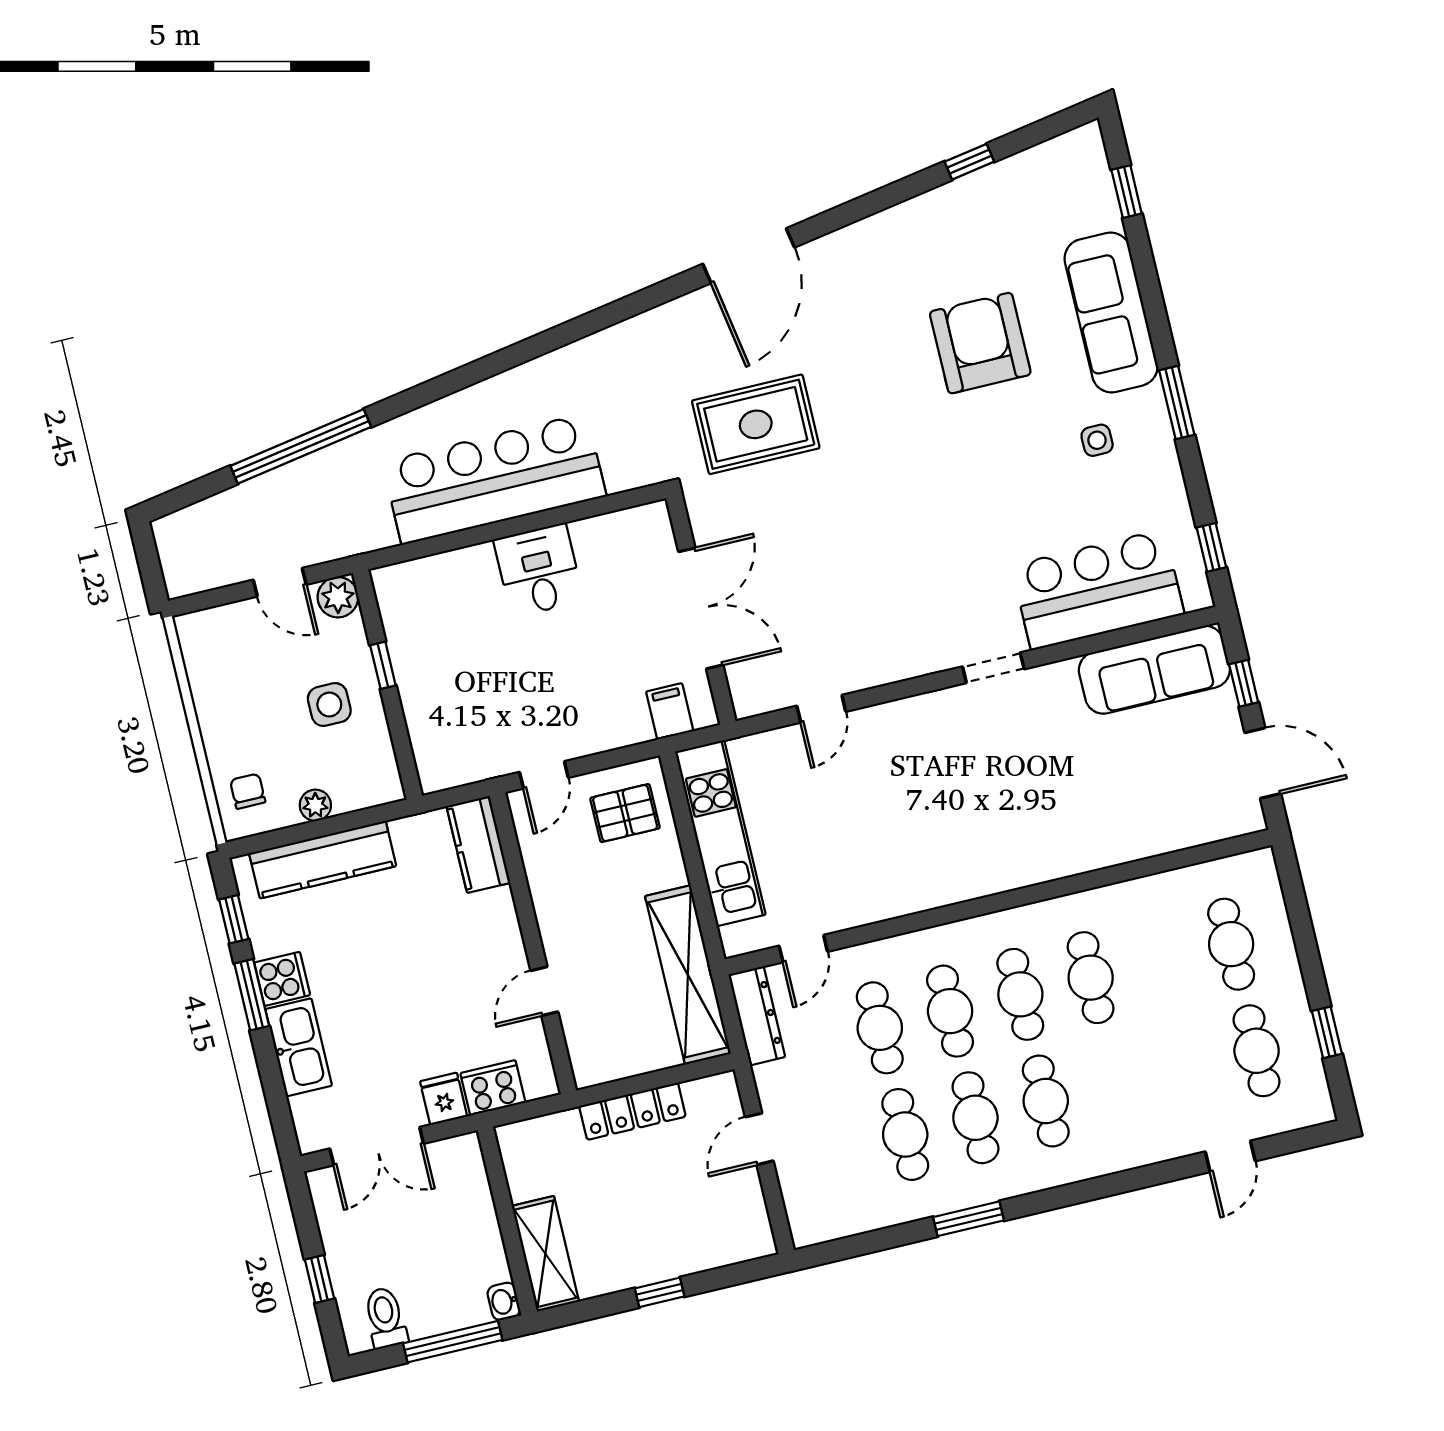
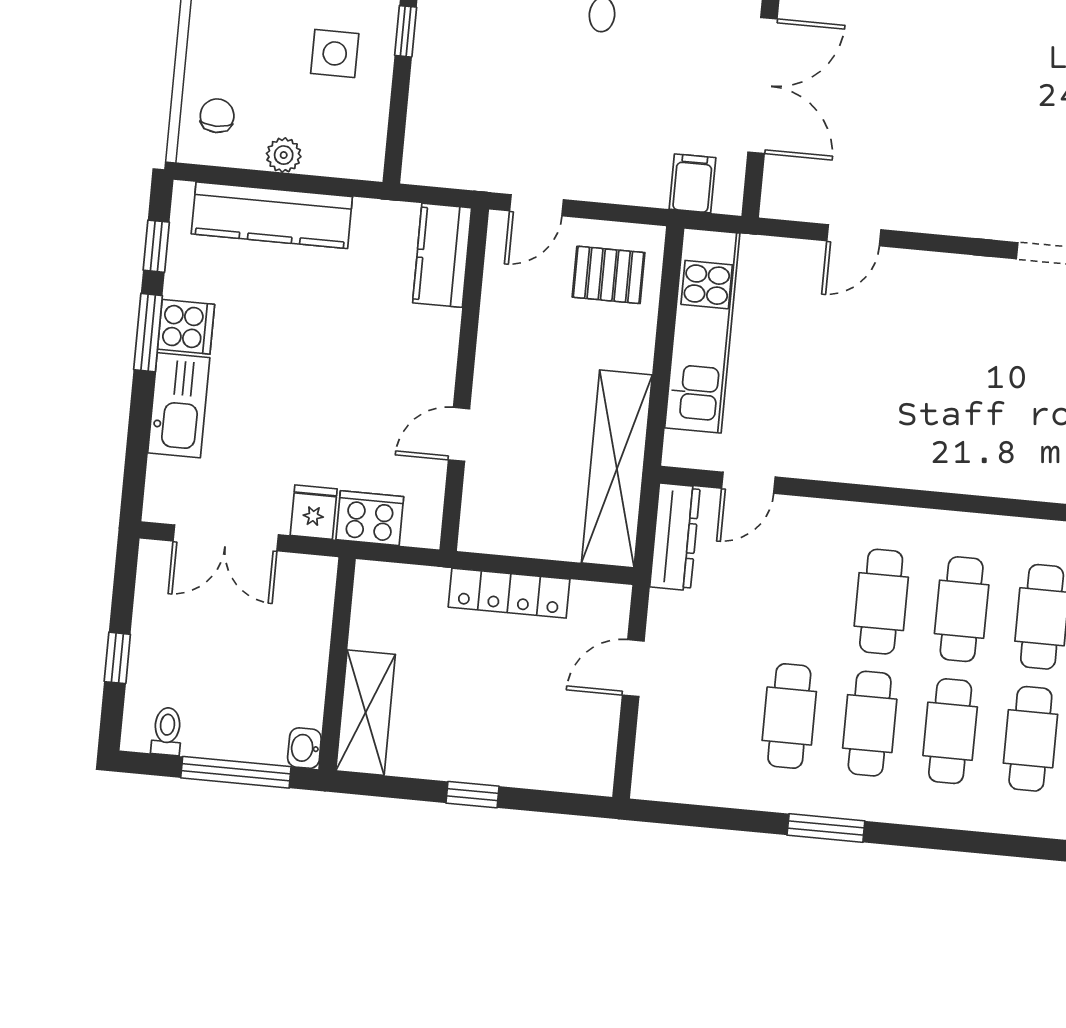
cafe table: (880, 1028) -> (1030, 739), moved
toilet: (385, 1318) -> (167, 731), width x0.73, depth x0.72

